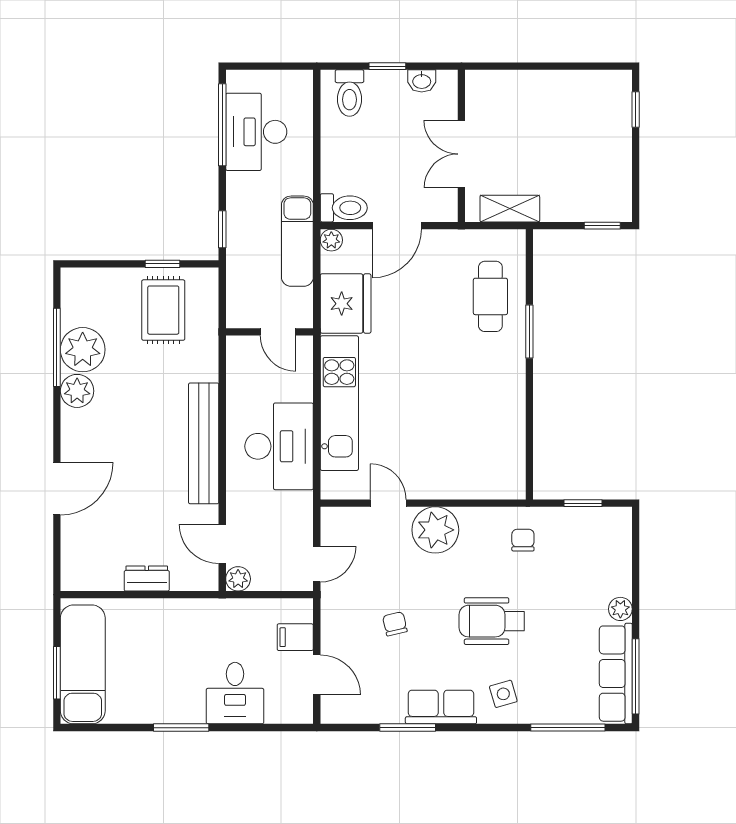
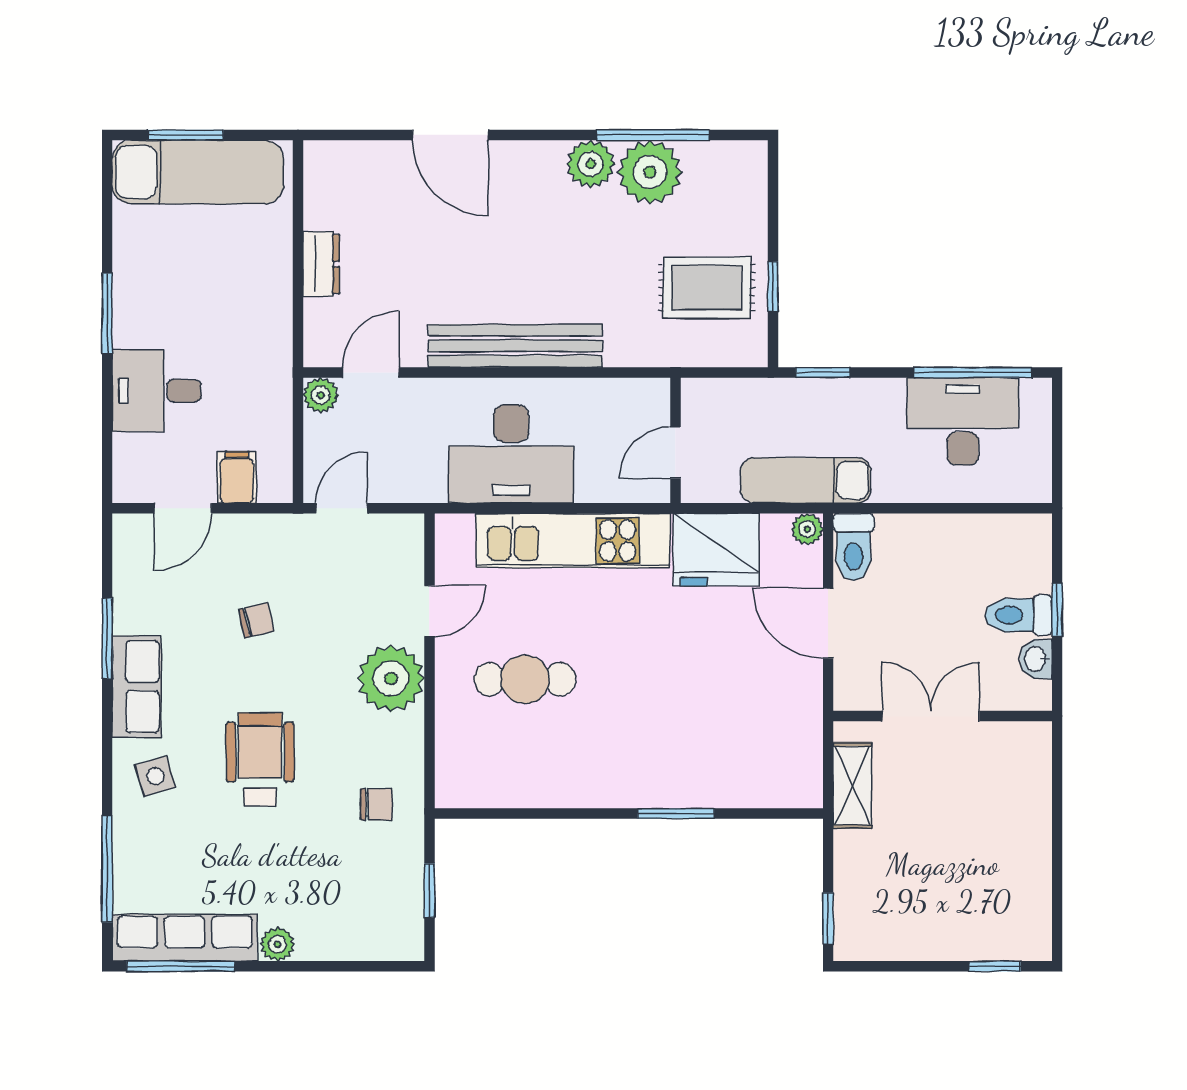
toilet: (350, 93) -> (1018, 615), moved
cafe table: (490, 296) -> (525, 679), moved
door: (317, 564) -> (342, 508), swing flipped

